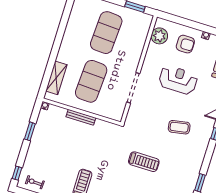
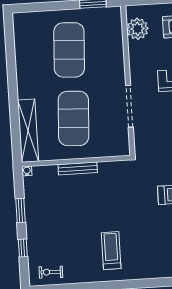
shelving: (56, 78) -> (28, 131), width x1.47
window: (17, 173) -> (23, 248), moved

